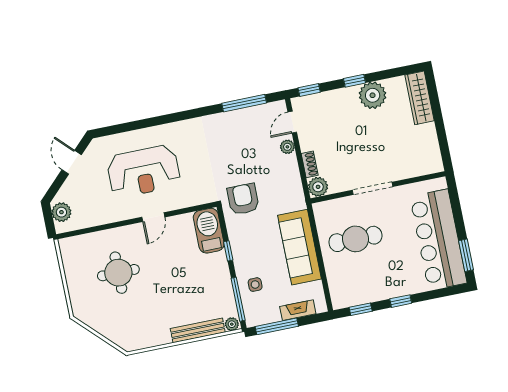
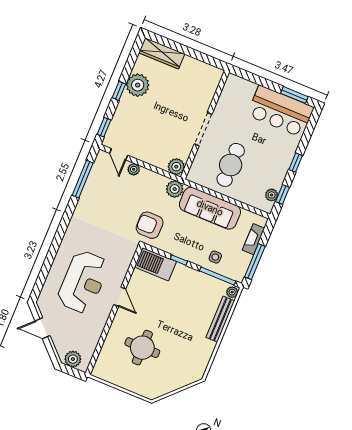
shoe rack: (310, 164) -> (157, 162), removed
plant: (295, 200) -> (175, 189), added
bar counter: (438, 240) -> (280, 111), width x0.73
plant: (353, 299) -> (272, 195), added

